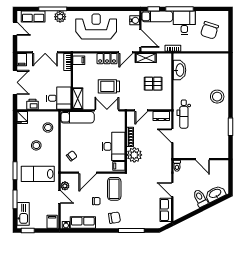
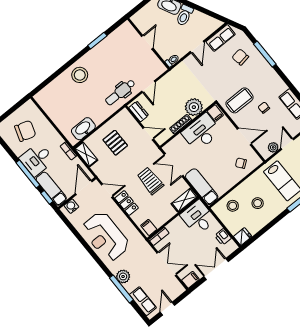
shelving: (146, 58) -> (86, 154), moved
trolley: (109, 86) -> (150, 181), turned 180
dental chair: (184, 114) -> (120, 92), turned 180
chair: (114, 218) -> (240, 57), moved

